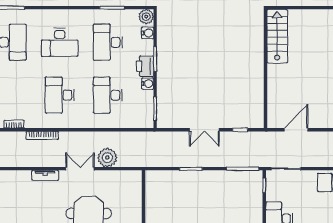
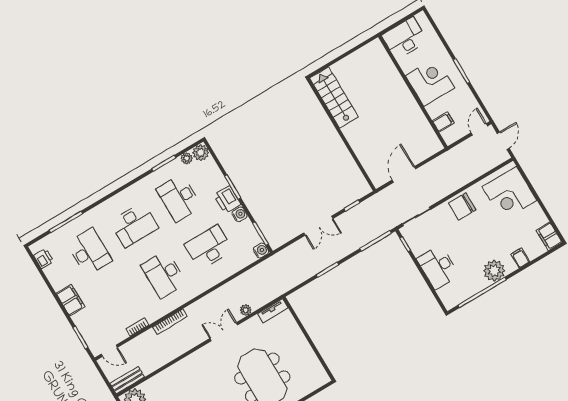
plant: (132, 14) -> (187, 158), added
water cooler: (148, 33) -> (261, 250), moved
desk: (108, 95) -> (209, 247), turned 90
plant: (107, 158) -> (246, 310), width x0.53, depth x0.53
tv unit: (45, 175) -> (273, 311), moved

